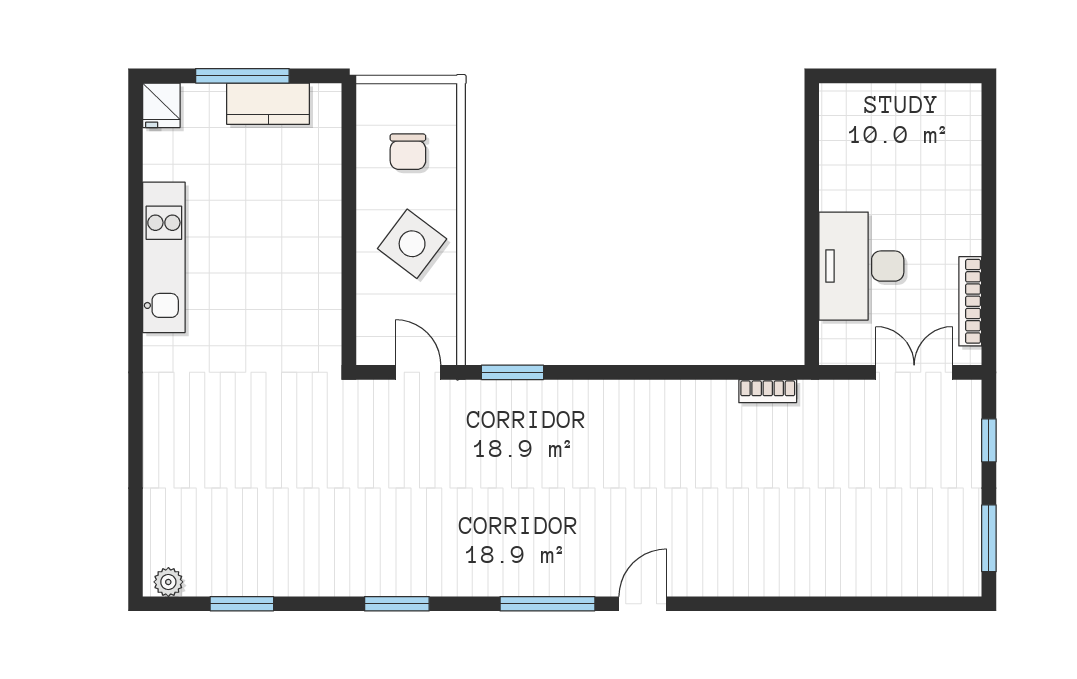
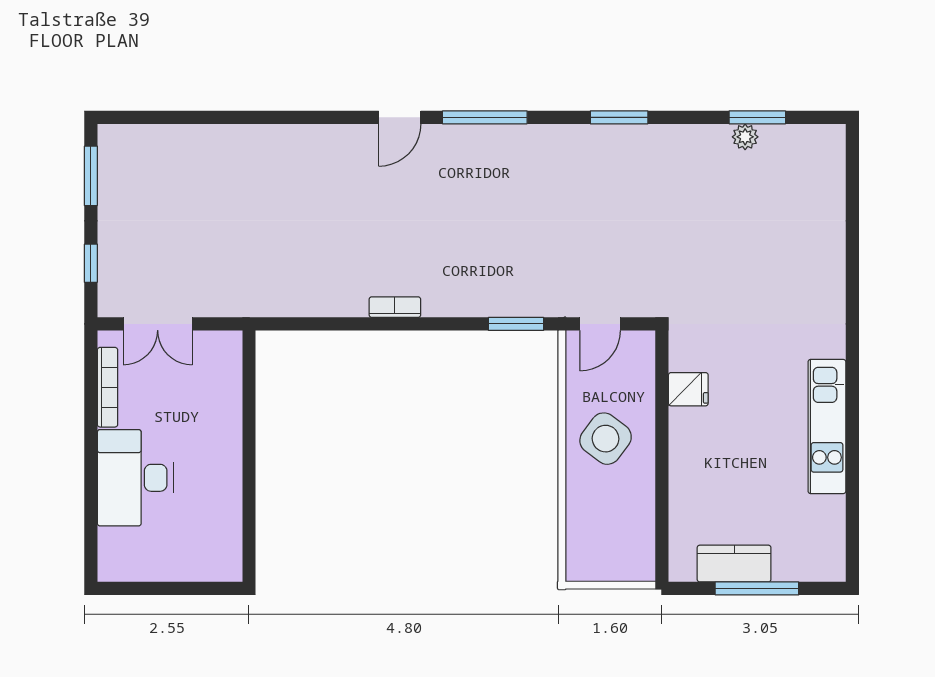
fridge: (161, 105) -> (688, 389), moved, turned 90
chair: (408, 152) -> (609, 521), removed
desk: (861, 266) -> (135, 478), moved, turned 180
door: (418, 372) -> (600, 324), hinge flipped
bookcase: (768, 391) -> (395, 307), moved
plant: (168, 582) -> (745, 137), moved

